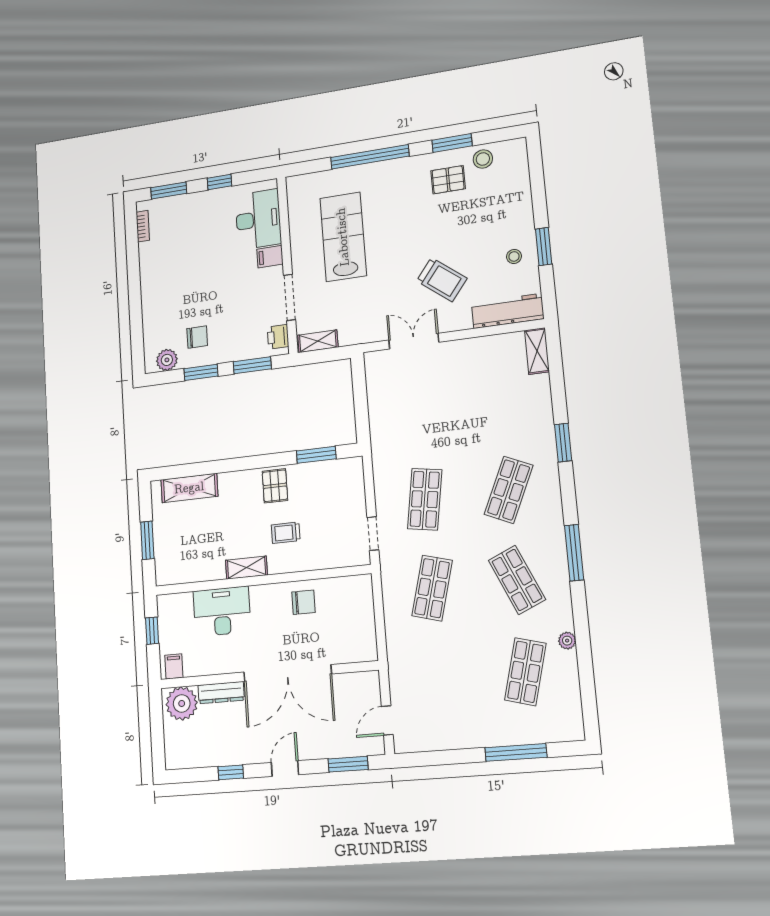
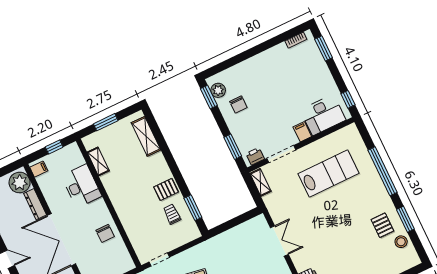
window: (219, 182) -> (348, 99), moved
trolley: (442, 280) -> (321, 244), removed
window: (201, 372) -> (209, 97), moved
trolley: (286, 533) -> (172, 214), moved
shelving: (246, 568) -> (98, 162), moved

